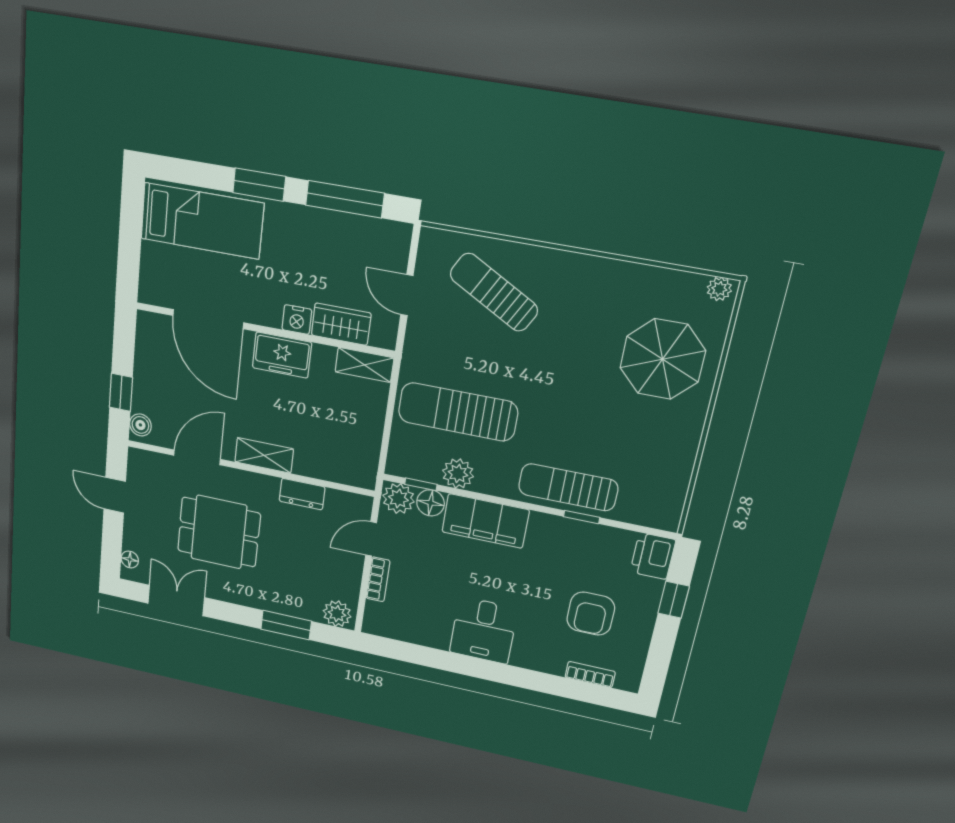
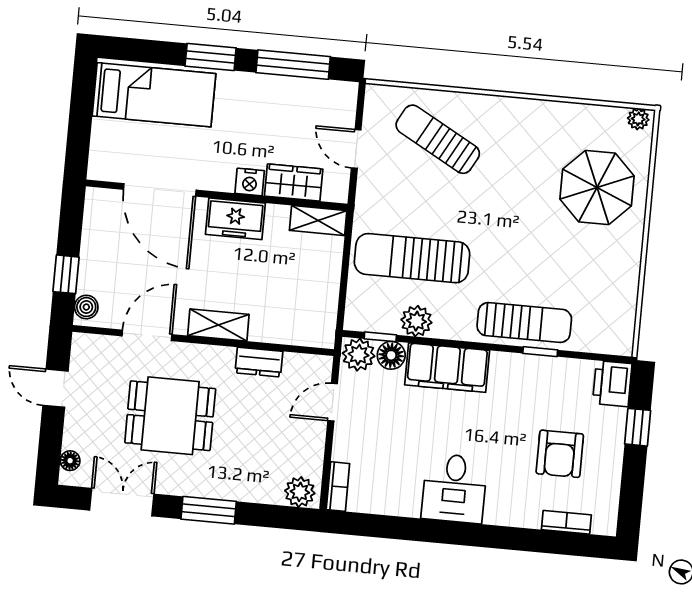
sun lounger: (568, 487) -> (524, 323), turned 180
bookcase: (378, 579) -> (338, 487), moved
window: (286, 625) -> (209, 510), moved

